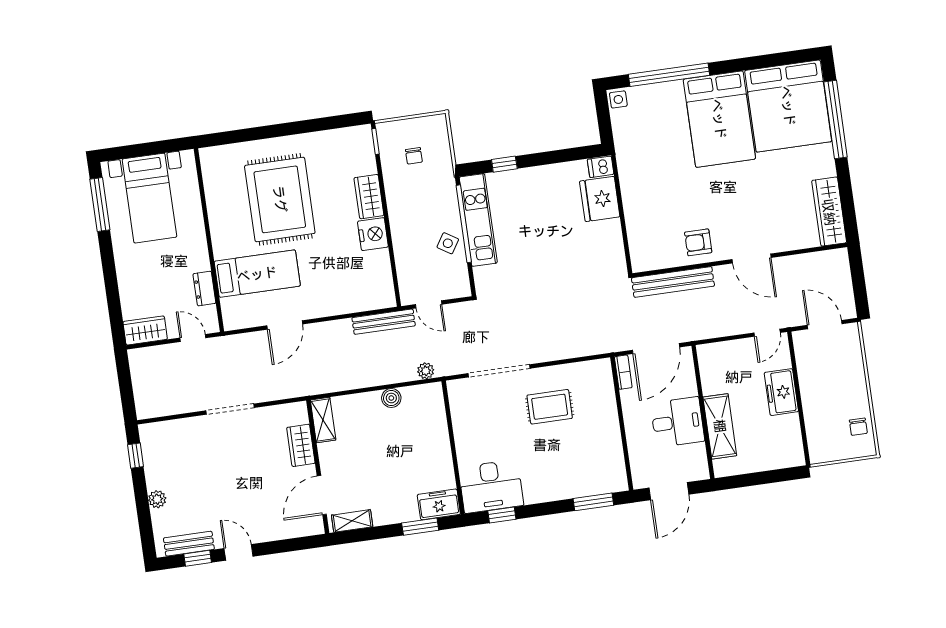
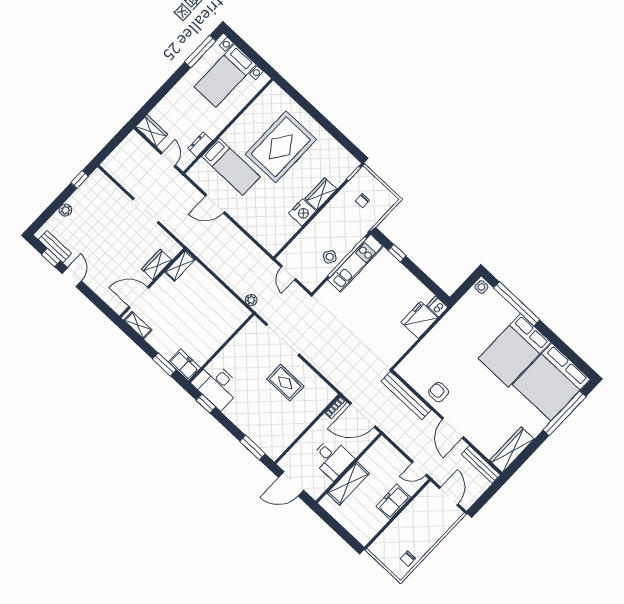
bench: (384, 322) -> (481, 465), moved
boiler: (391, 398) -> (221, 293), removed

